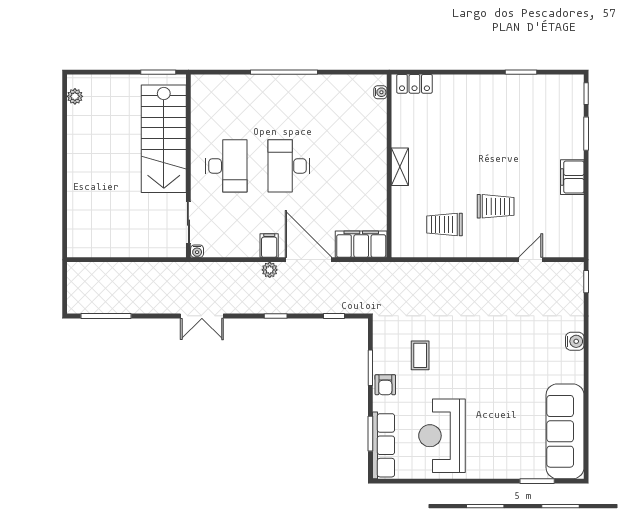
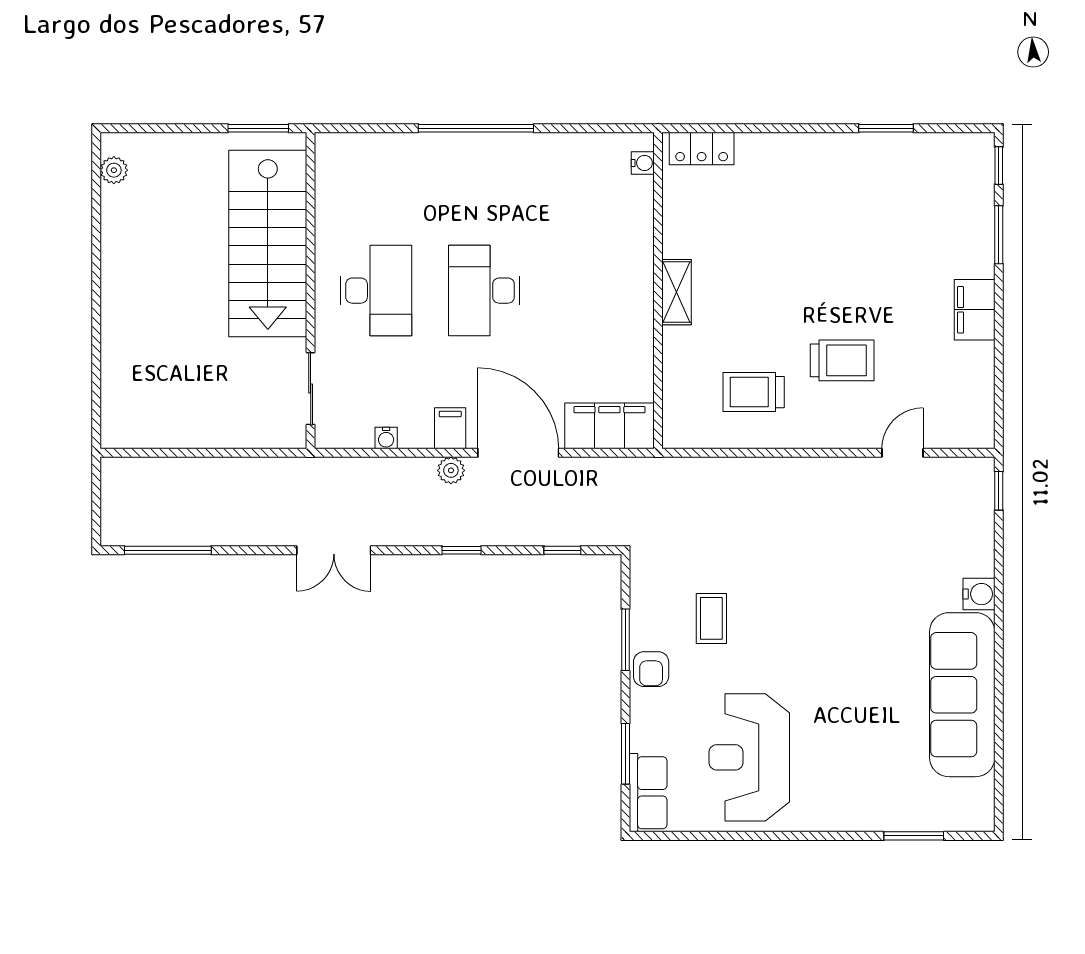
water cooler: (197, 251) -> (386, 438), moved
sofa: (565, 431) -> (962, 695), moved
row of seats: (384, 445) -> (648, 793), width x0.68

